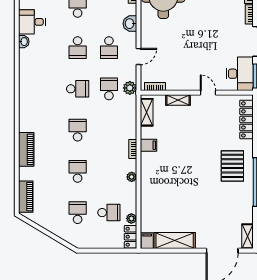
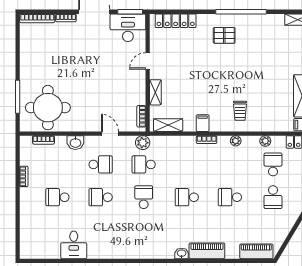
washbasin: (24, 42) -> (182, 253), moved
school desk: (78, 48) -> (101, 197), turned 180
pallet: (232, 166) -> (224, 35), width x0.67, depth x0.71
trolley: (160, 181) -> (240, 111), added
school desk: (78, 213) -> (273, 197), turned -90
plant: (131, 218) -> (265, 141), moved

